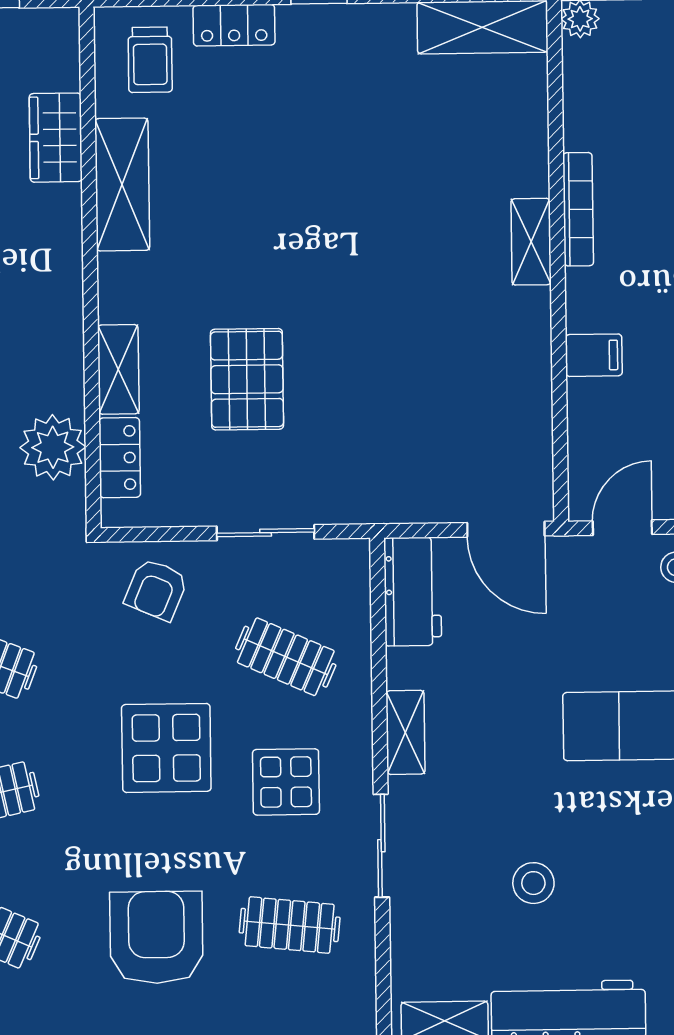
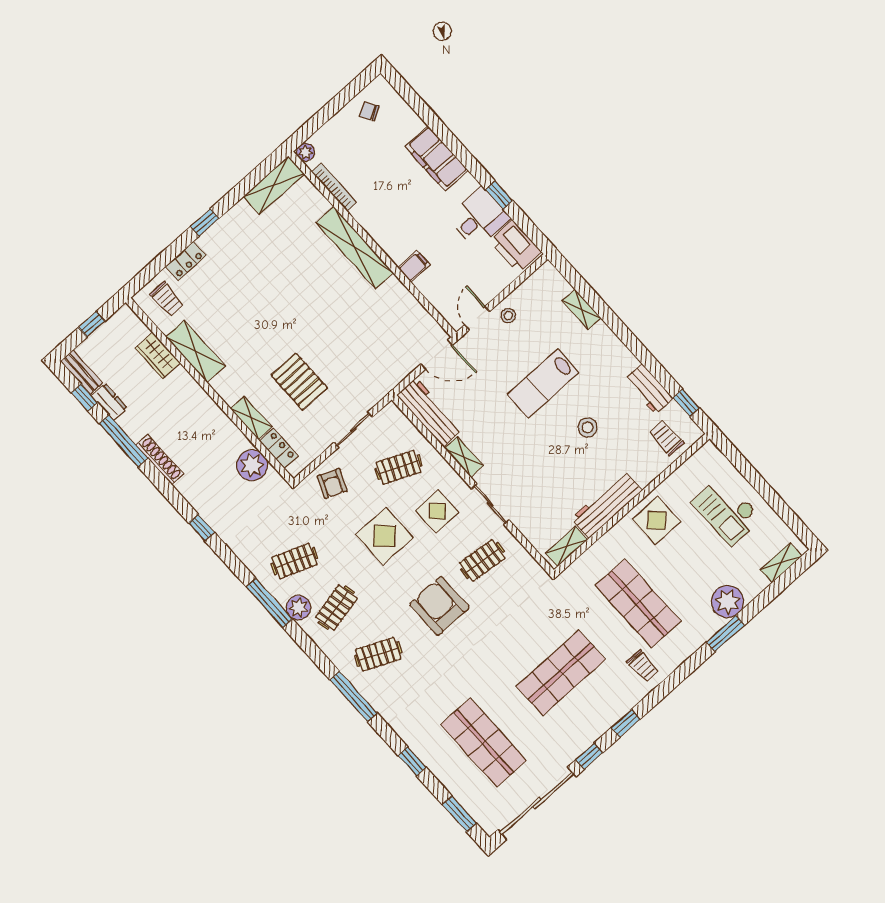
bookcase: (578, 209) -> (334, 187), moved
shelving: (531, 242) -> (355, 248), width x2.20, depth x1.33
workbench: (413, 592) -> (429, 412), width x1.37
stool: (533, 883) -> (588, 427), moved

